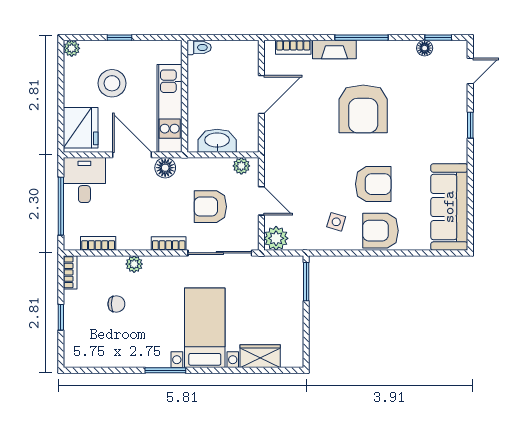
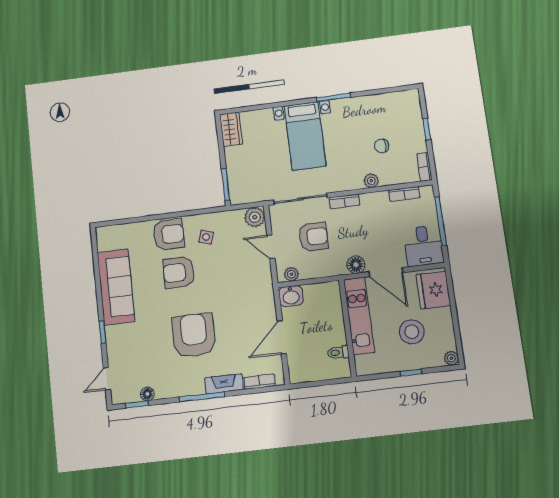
toilet: (199, 47) -> (338, 352), moved
washbasin: (217, 141) -> (291, 296), moved, width x0.72
sofa: (449, 207) -> (116, 287), moved
wardrobe: (260, 356) -> (231, 129), moved, turned -90

